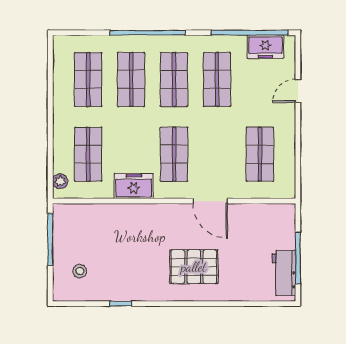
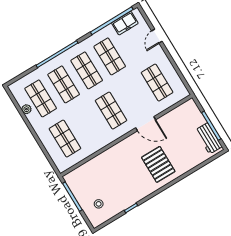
plant: (60, 181) -> (26, 109), moved
freezer: (134, 186) -> (100, 141), removed
pallet: (194, 267) -> (158, 164), turned 90

